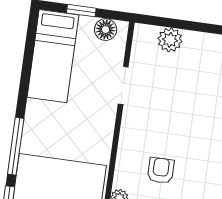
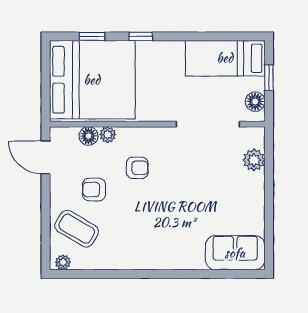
doorway: (123, 85) -> (208, 124), width x1.88
window: (16, 146) -> (141, 36), width x0.46

